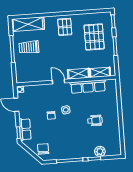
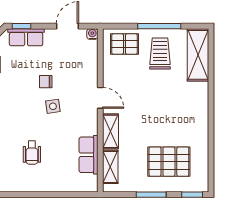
pallet: (65, 27) -> (124, 44), moved
door: (58, 82) -> (100, 98), hinge flipped
row of seats: (88, 86) -> (88, 155), width x0.68

